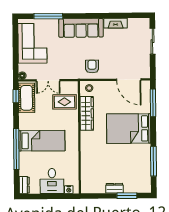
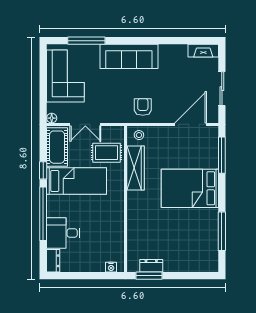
fireplace: (116, 23) -> (203, 51), moved
sliding door: (152, 41) -> (222, 89), moved
door: (129, 80) -> (190, 124), swing flipped
window: (16, 96) -> (43, 170), moved
bed: (42, 141) -> (77, 181), moved
desk: (52, 181) -> (63, 233), moved, turned 90
dresser: (114, 188) -> (151, 266), moved
window: (127, 196) -> (149, 276), moved

